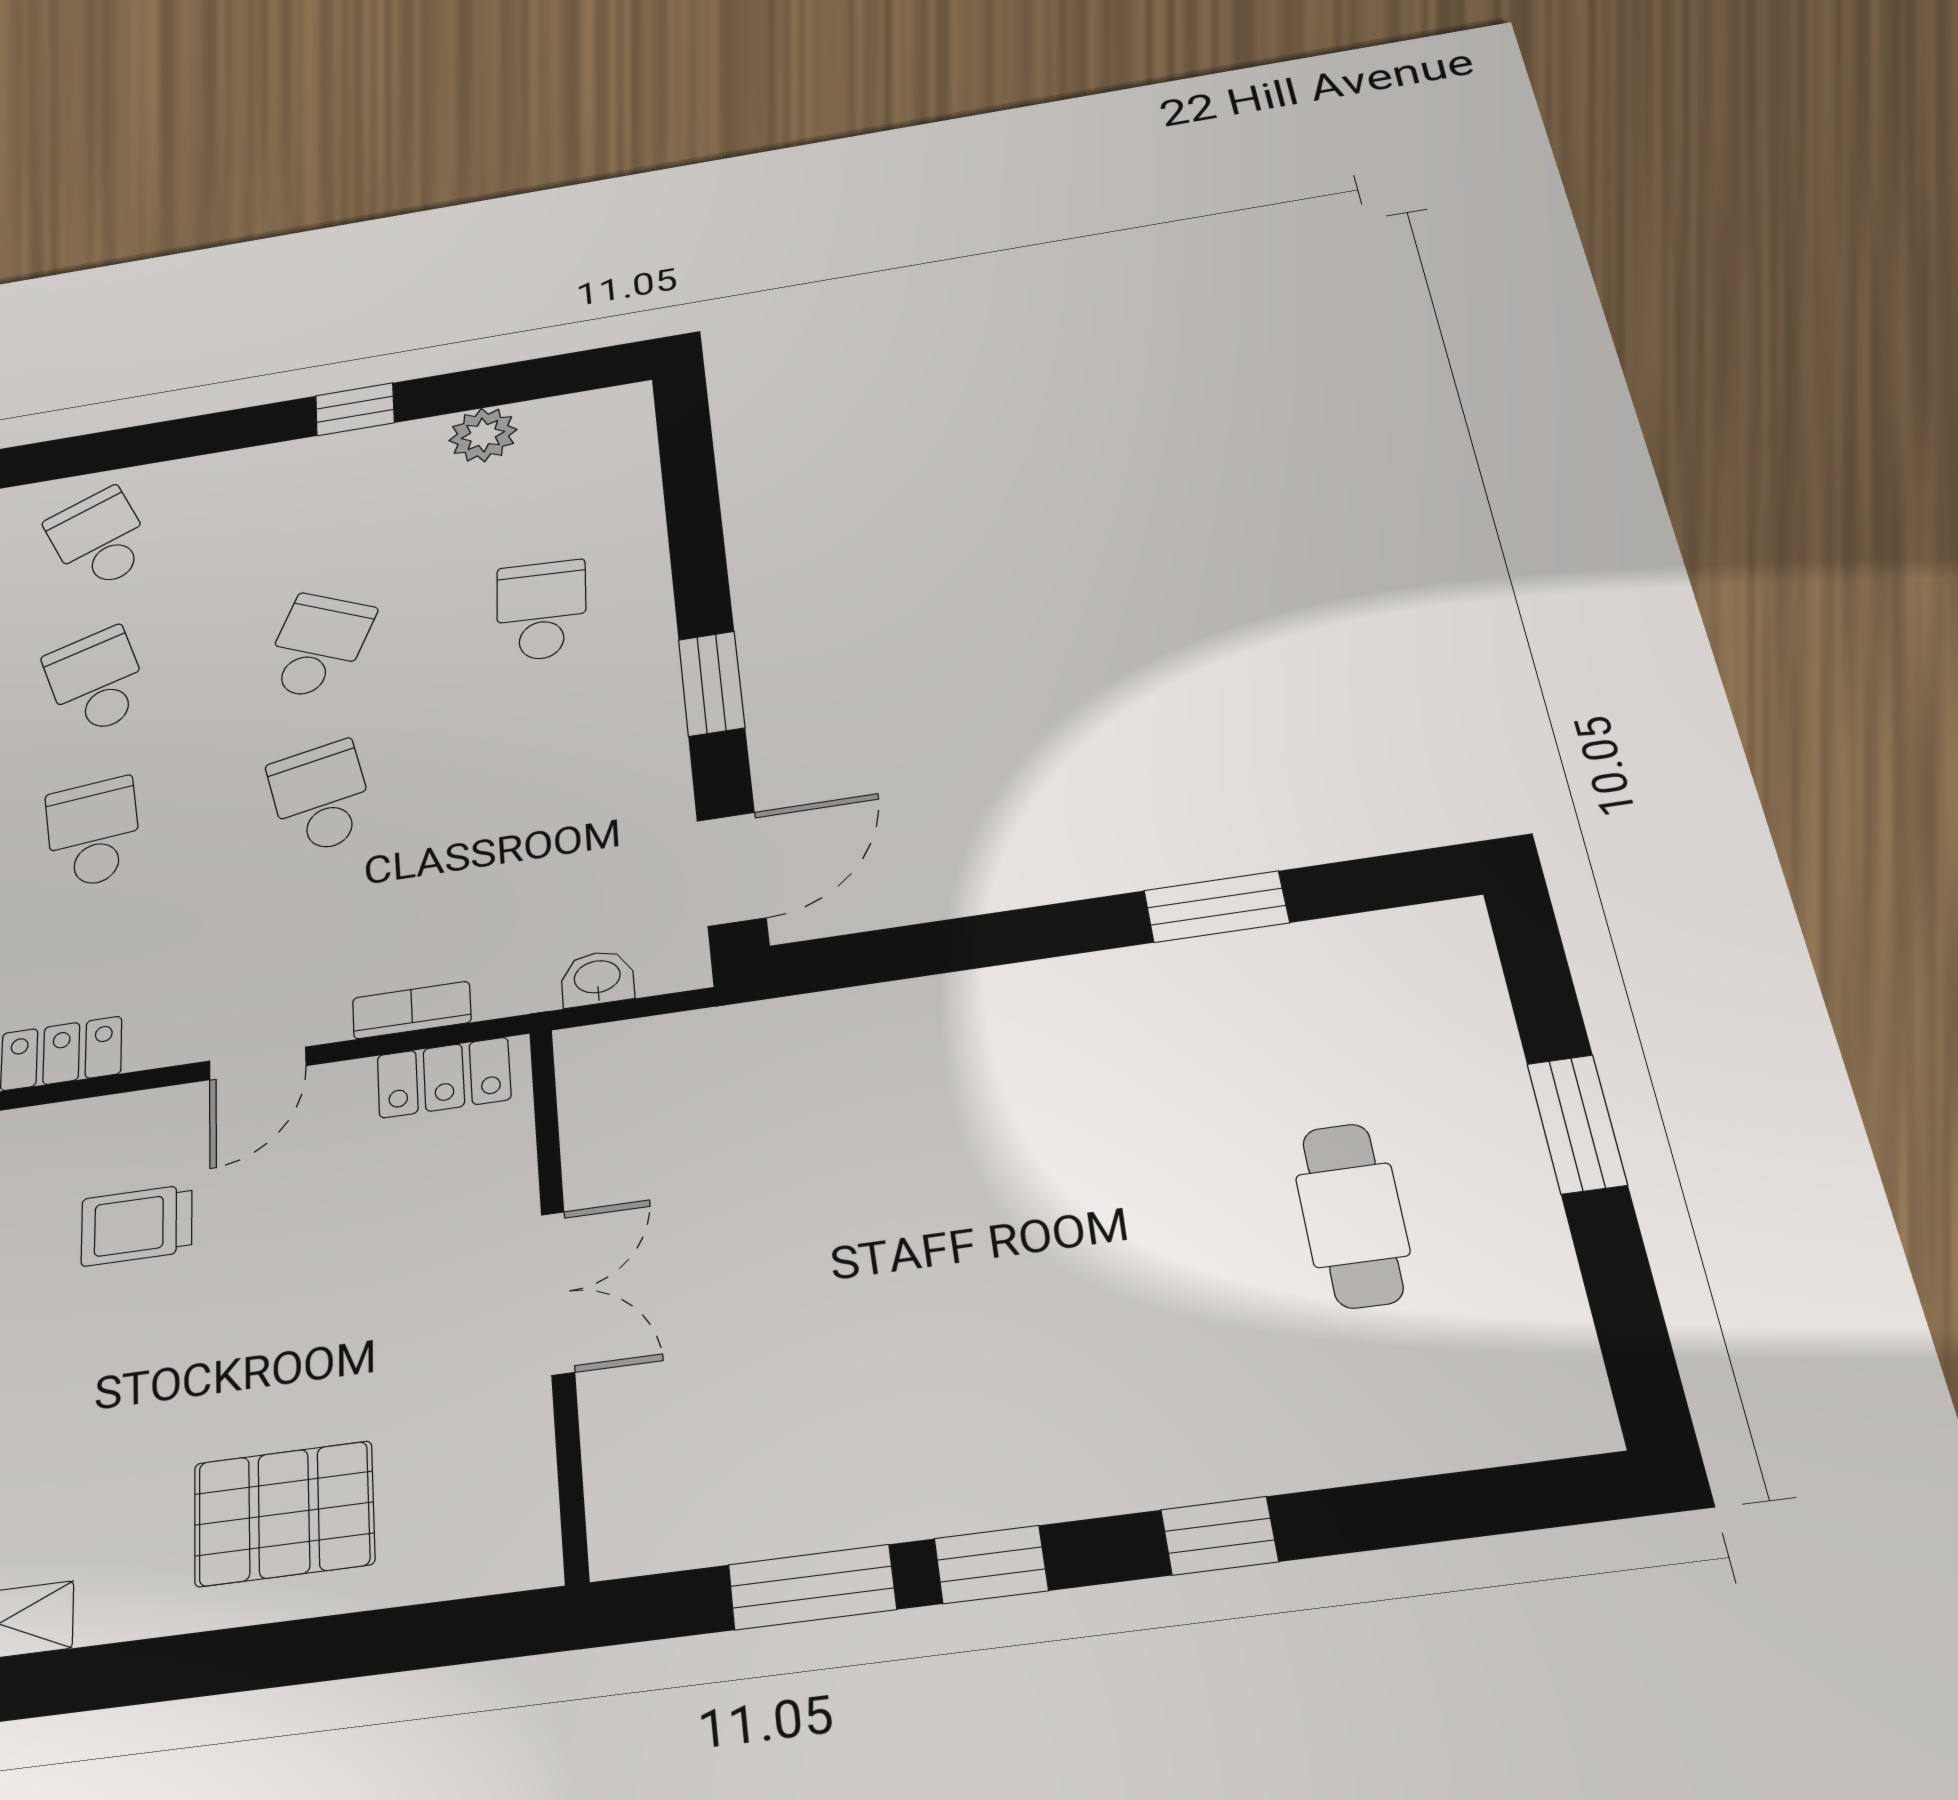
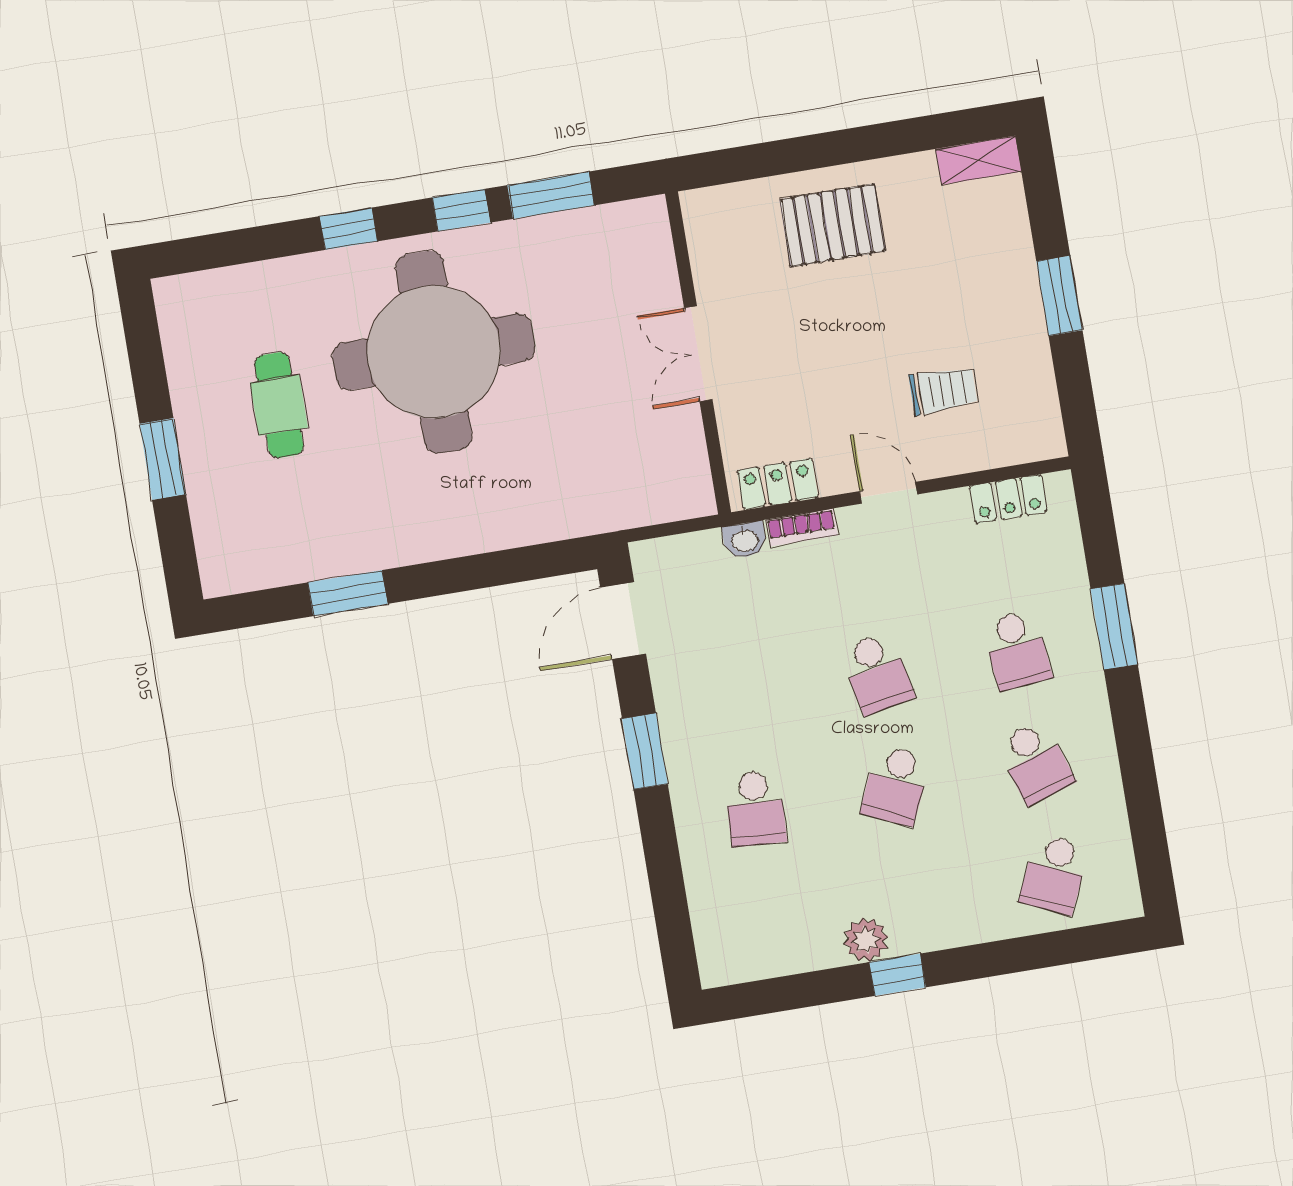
plant: (483, 435) -> (866, 940), moved
school desk: (100, 539) -> (1054, 874), turned 48
washbasin: (597, 978) -> (745, 540), moved
door: (258, 1063) -> (888, 493), hinge flipped
round table: (1052, 1304) -> (434, 352), added

